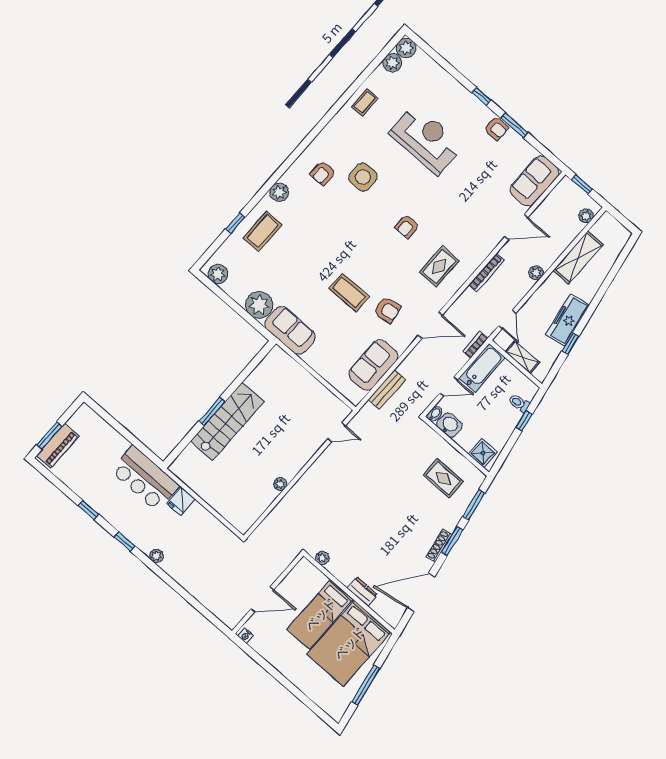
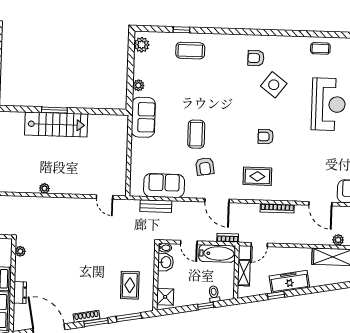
side table: (363, 177) -> (274, 85), turned 37
plant: (279, 192) -> (222, 41), removed
plant: (536, 273) -> (338, 240), moved
plant: (259, 305) -> (138, 85), width x0.53, depth x0.53

